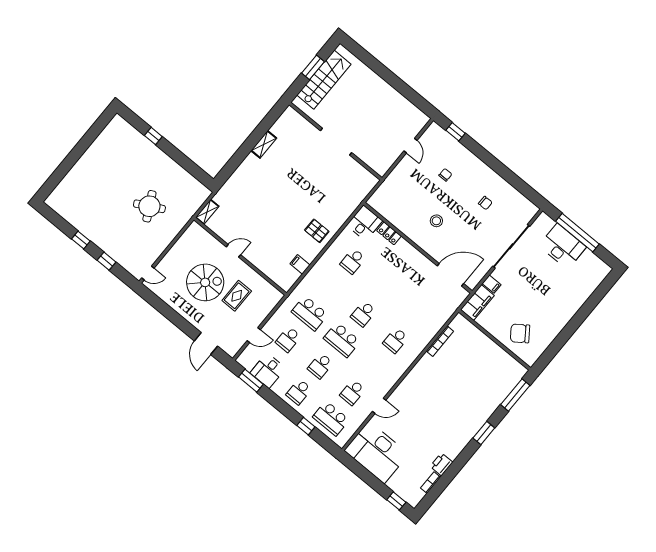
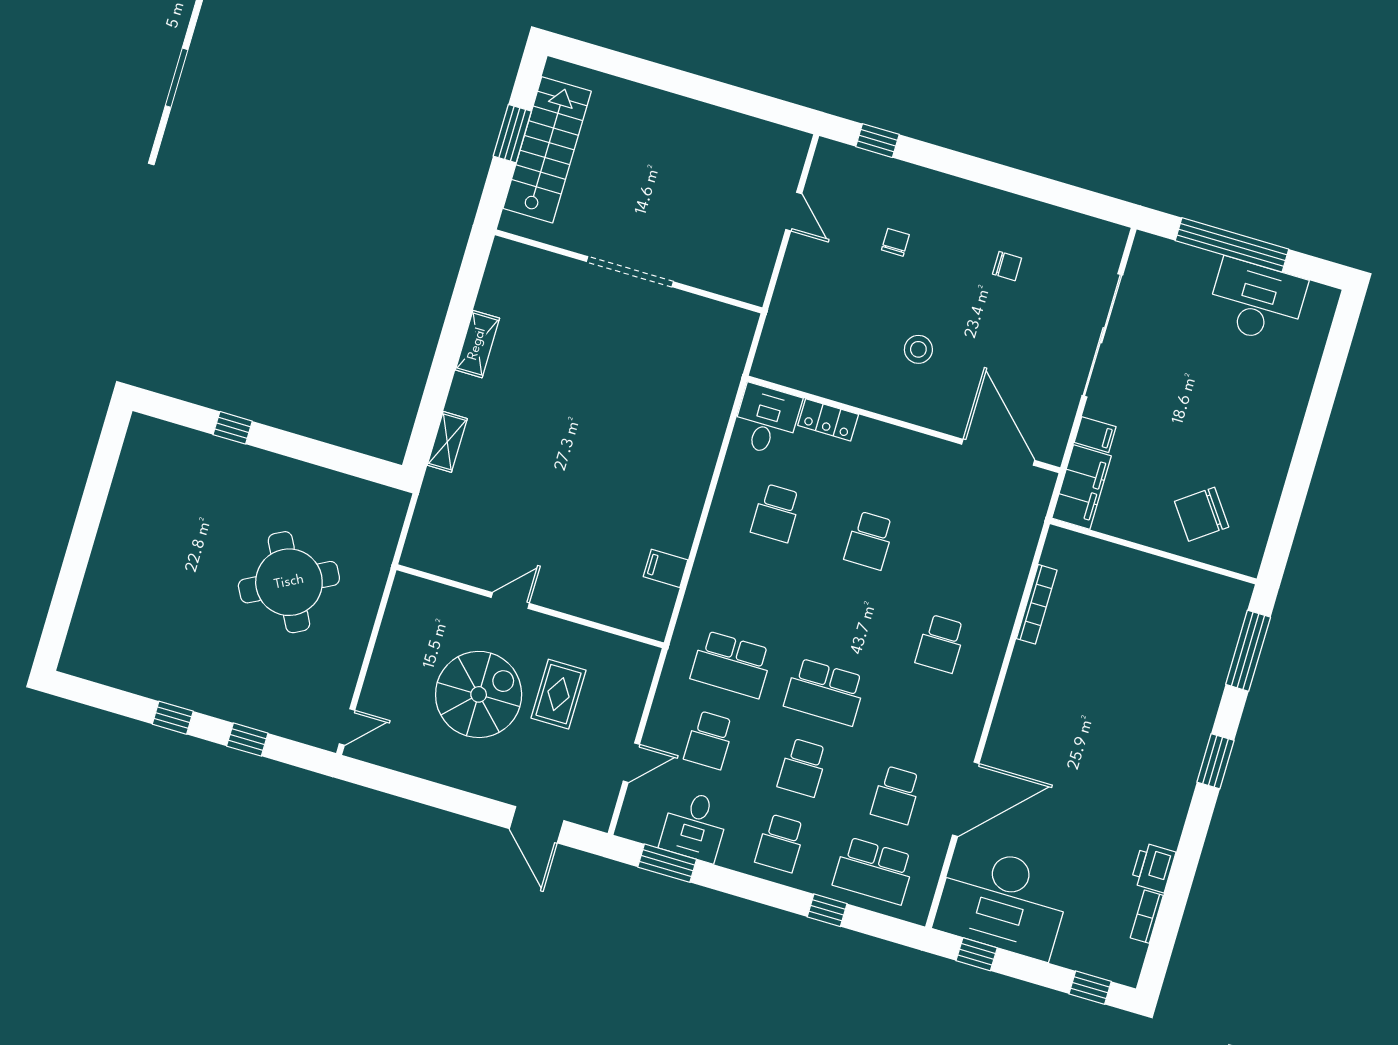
round table: (149, 206) -> (289, 582), width x1.36, depth x1.36
shelving: (207, 212) -> (447, 442), moved
pallet: (317, 231) -> (671, 481), removed
desk: (562, 246) -> (1257, 301), moved
door: (450, 275) -> (998, 452), hinge flipped
school desk: (363, 314) -> (869, 540), moved
door: (379, 406) -> (966, 799), width x1.88
window: (357, 469) -> (977, 954), added

